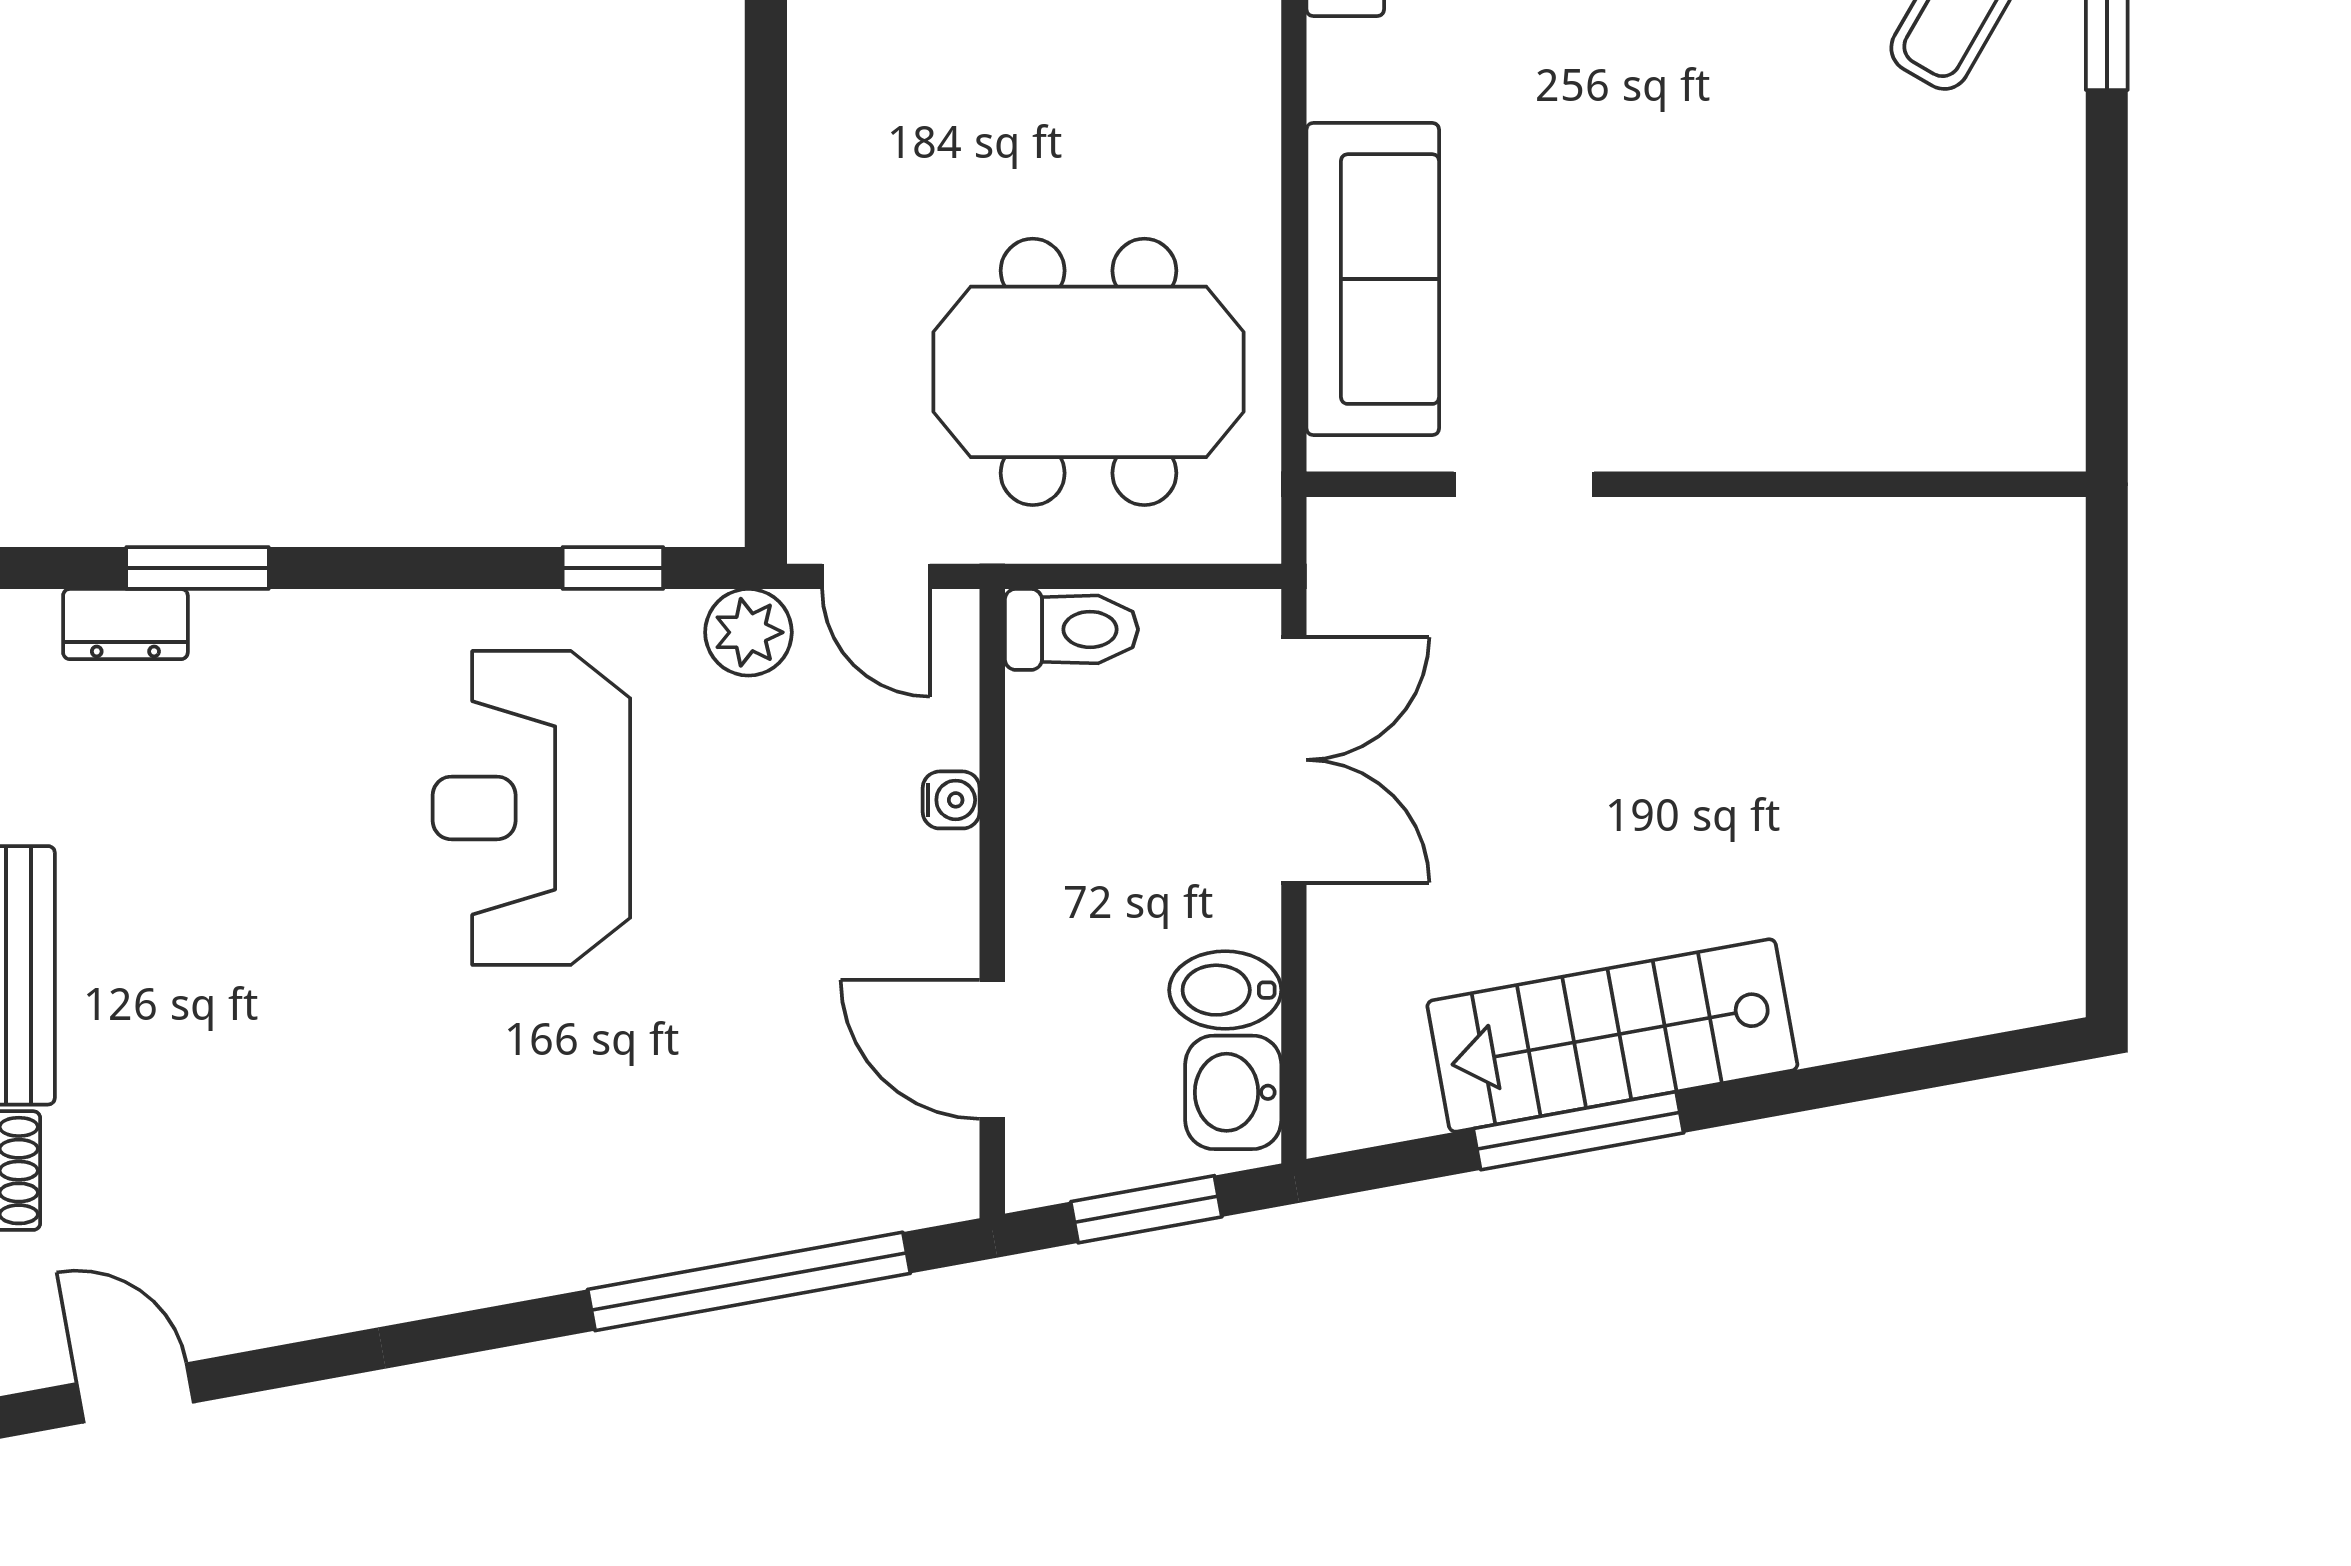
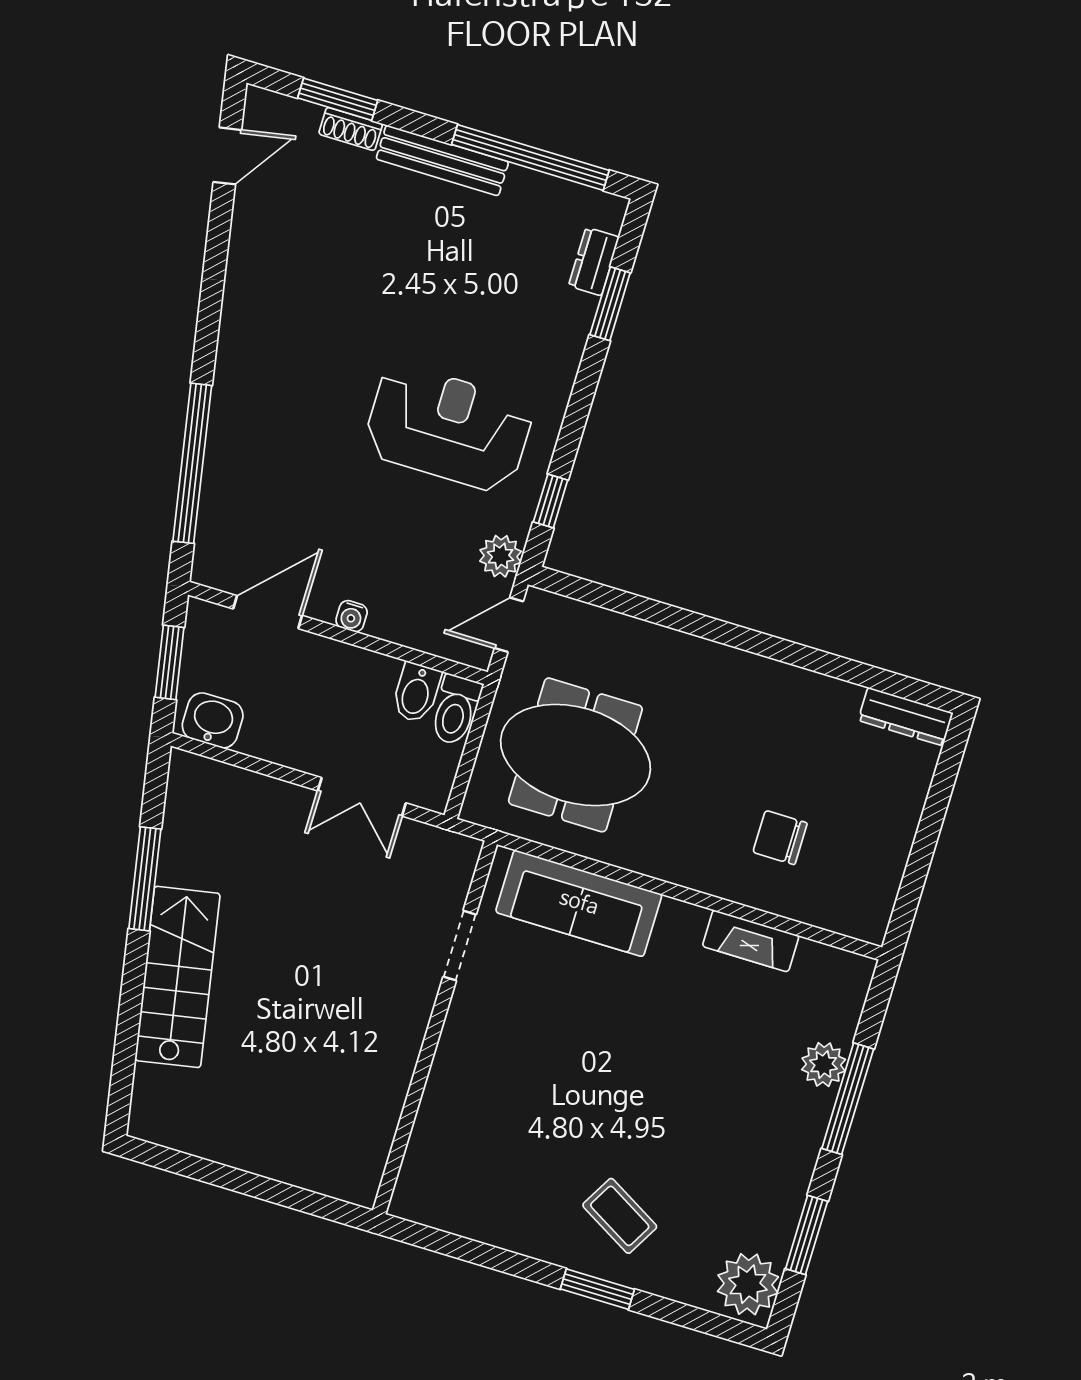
meeting table: (1089, 372) -> (575, 755), turned 90
double door: (1294, 760) -> (362, 797), width x0.73
water cooler: (951, 800) -> (352, 616), moved
bidet: (1225, 990) -> (416, 693), moved, turned 180
stairs: (1612, 1035) -> (177, 977), moved

